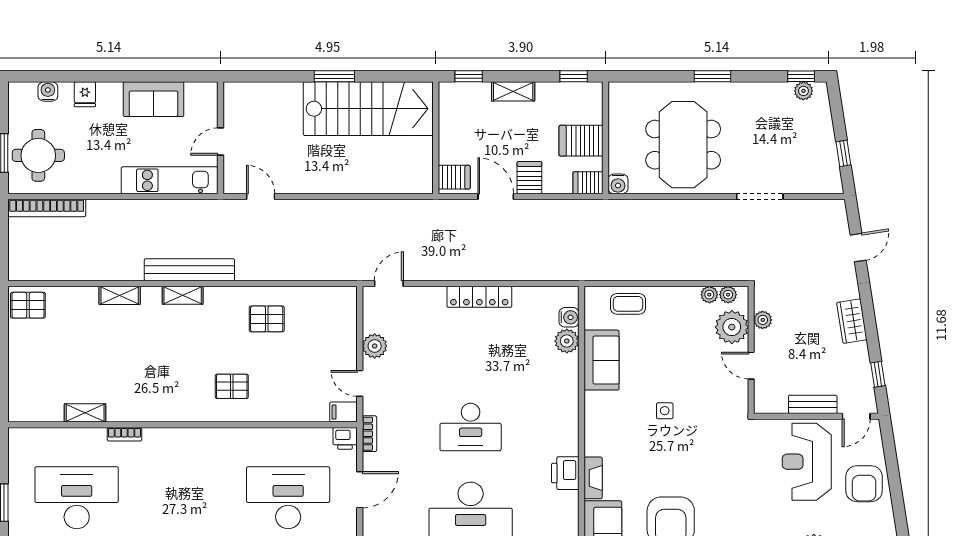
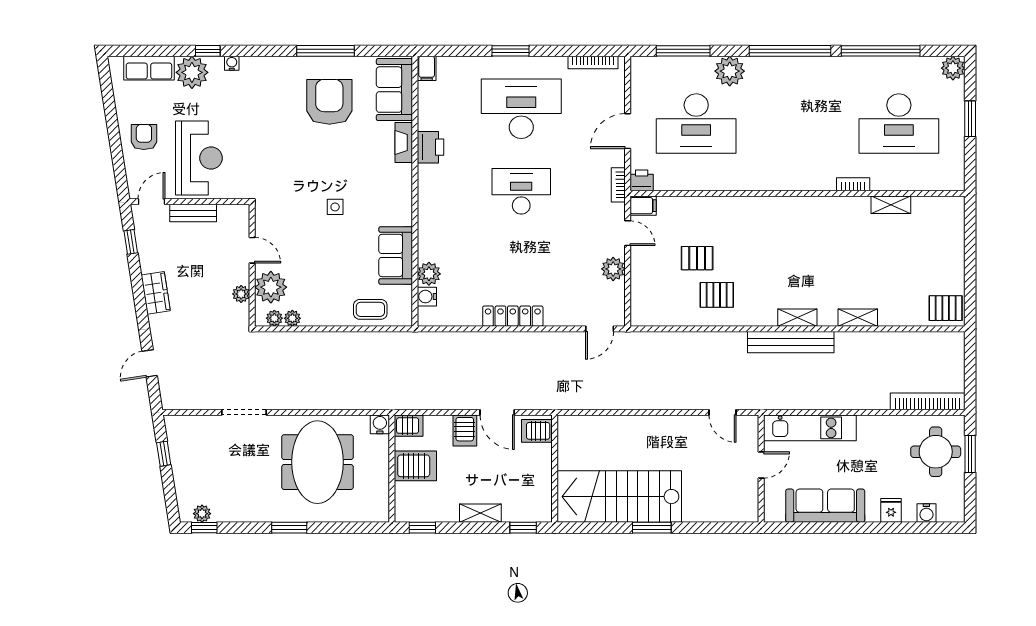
sofa: (154, 99) -> (825, 506), width x1.36
pallet: (232, 386) -> (697, 258), moved
armchair: (864, 484) -> (144, 137), width x0.72, depth x0.72

